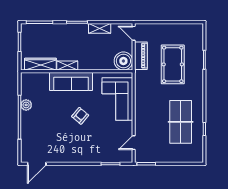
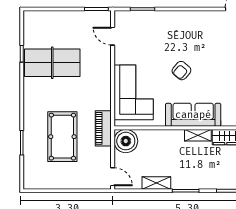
piano: (141, 56) -> (103, 128), moved
table tennis table: (181, 122) -> (52, 63), turned 90
door: (134, 143) -> (113, 36), swing flipped

